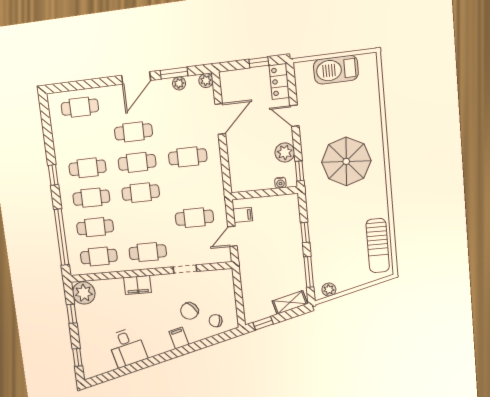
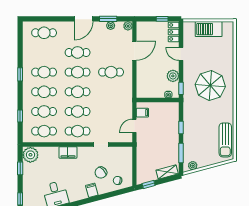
cafe table: (194, 218) -> (78, 111), moved
window: (61, 237) -> (20, 116), width x0.32

